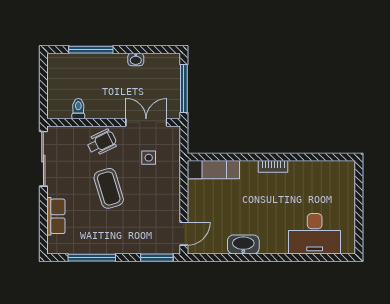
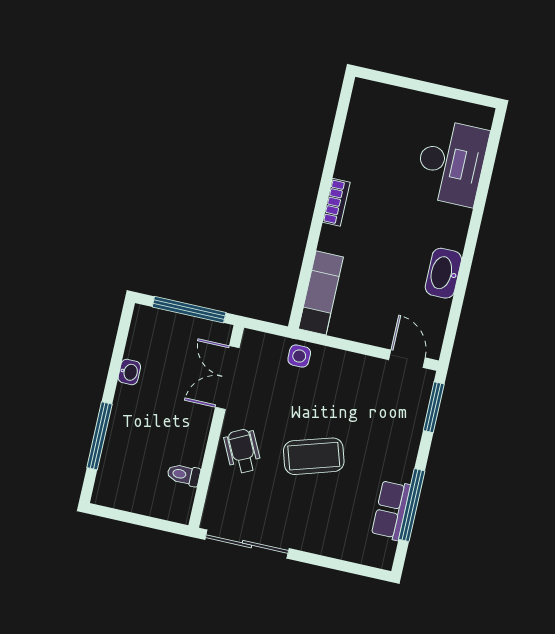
side table: (149, 158) -> (299, 356), moved
row of seats: (56, 216) -> (391, 510), moved, turned -90

